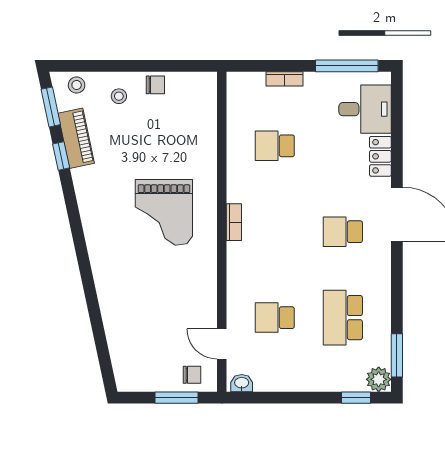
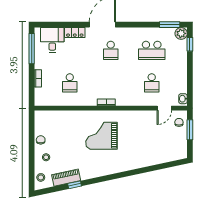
window: (51, 107) -> (51, 190), removed
grand piano: (164, 212) -> (101, 136), turned 180

